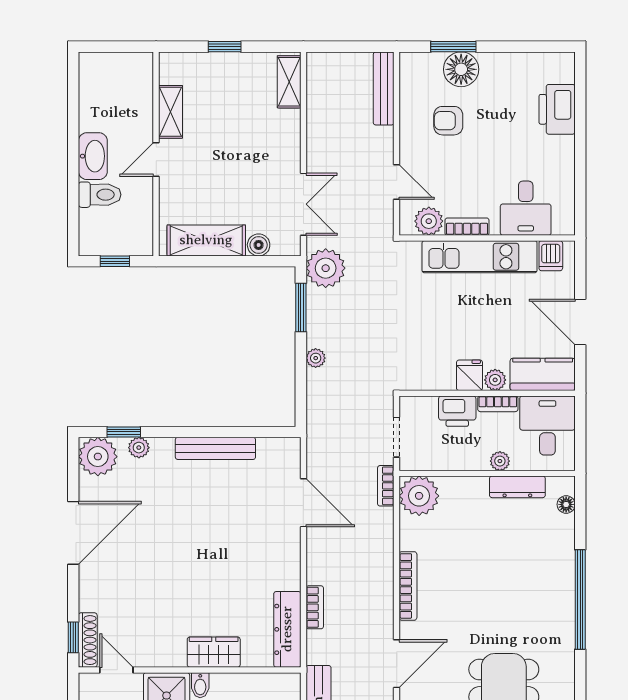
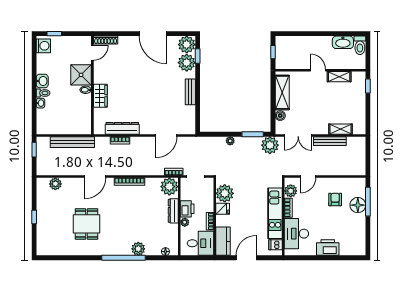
window: (225, 47) -> (368, 86), moved
window: (453, 47) -> (368, 202), width x1.44
shelving: (289, 82) -> (340, 129), moved
bench: (384, 88) -> (330, 141), moved
printer: (557, 109) -> (328, 248), moved
washbasin: (93, 156) -> (343, 42), moved
toilet: (100, 195) -> (360, 45), moved
desk: (526, 208) -> (296, 234), width x1.37
plant: (495, 380) -> (225, 193), moved, width x1.88, depth x1.88
printer: (457, 411) -> (187, 209), moved, turned 180
plant: (139, 448) -> (187, 63), width x1.87, depth x1.87
bench: (215, 448) -> (190, 92), width x0.73
dresser: (517, 487) -> (173, 211), moved
plant: (560, 566) -> (138, 249), added
dresser: (287, 629) -> (122, 128), moved
window: (73, 637) -> (107, 34), removed
door: (397, 664) -> (95, 177), hinge flipped

